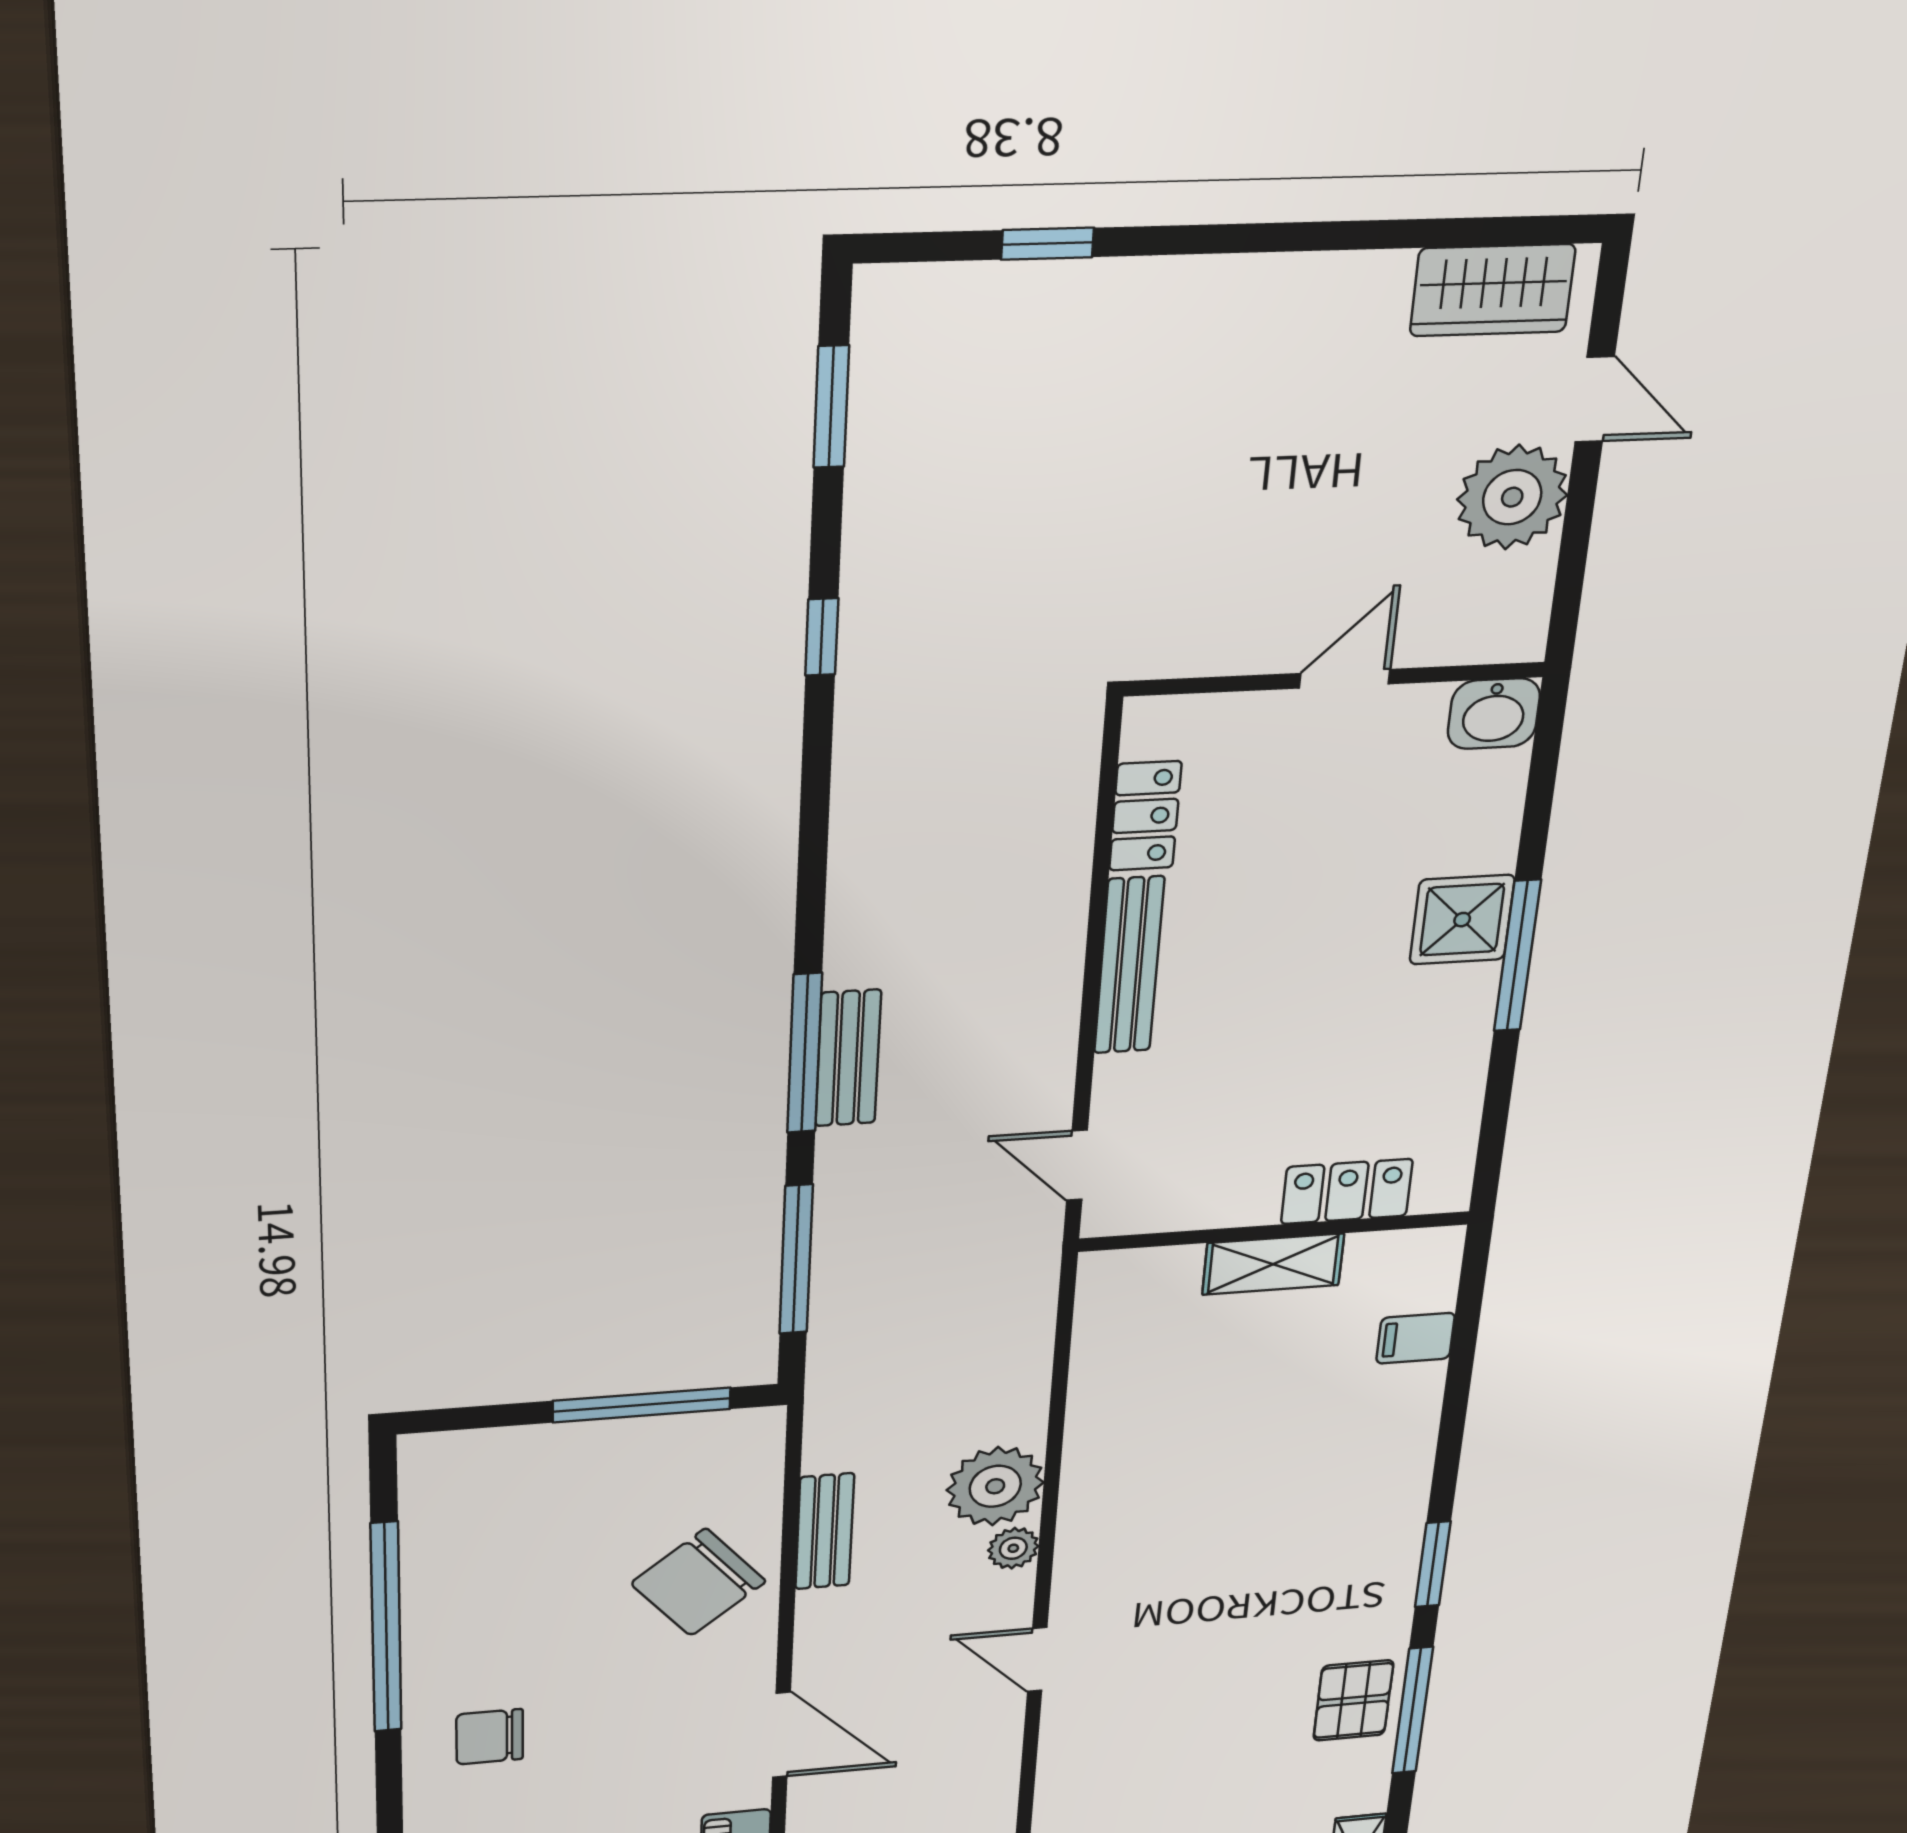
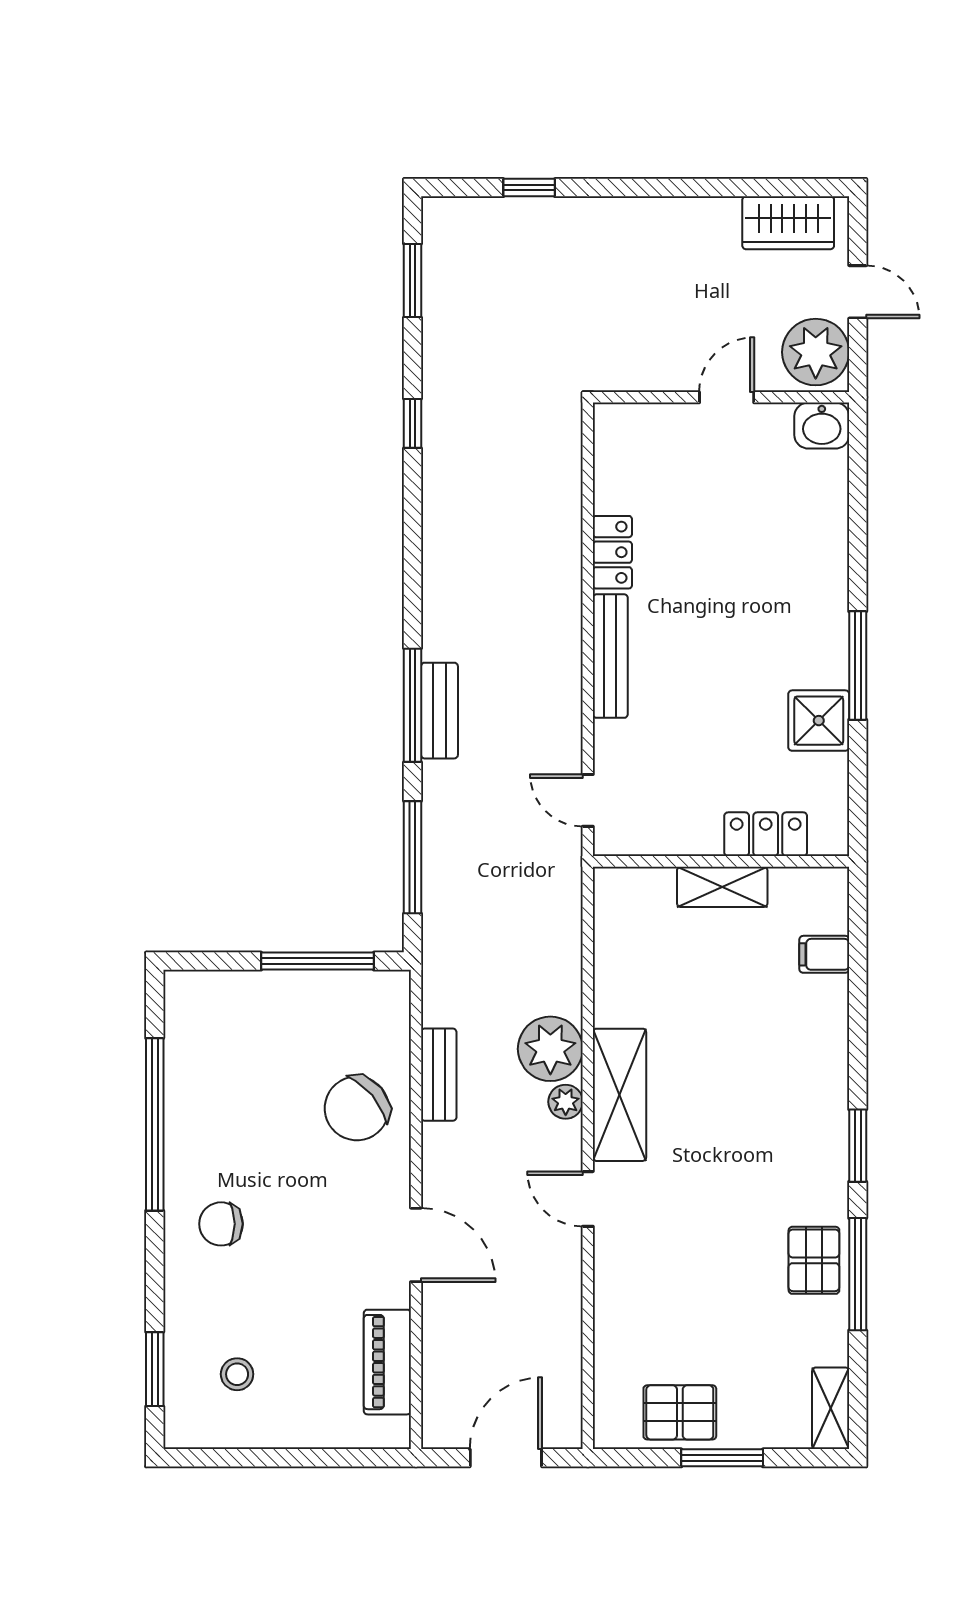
wall: (1336, 679) -> (721, 397), moved
door: (1345, 679) -> (727, 397), moved
washbasin: (1494, 714) -> (822, 426), moved
shower: (1462, 920) -> (819, 721), moved
shelving: (1094, 1533) -> (619, 1095), added

